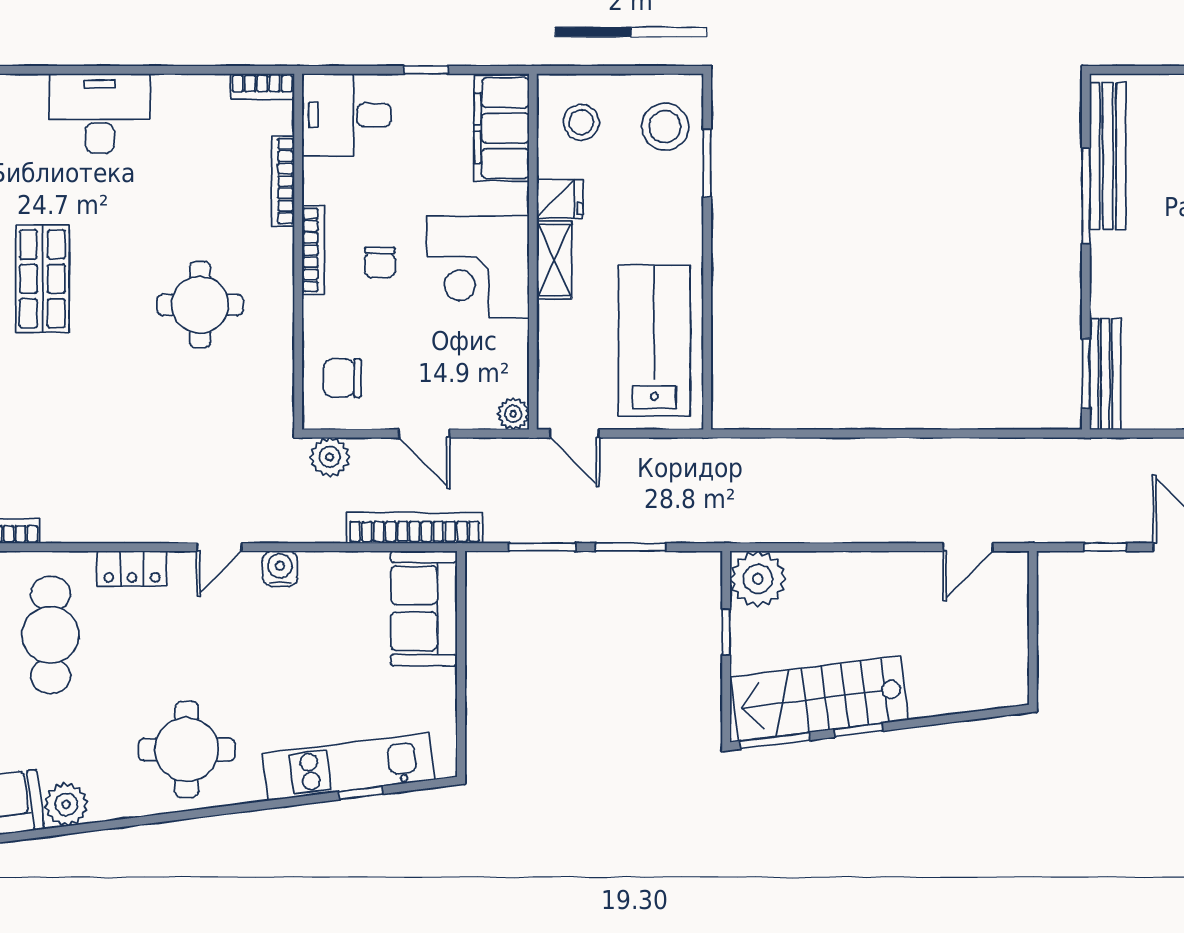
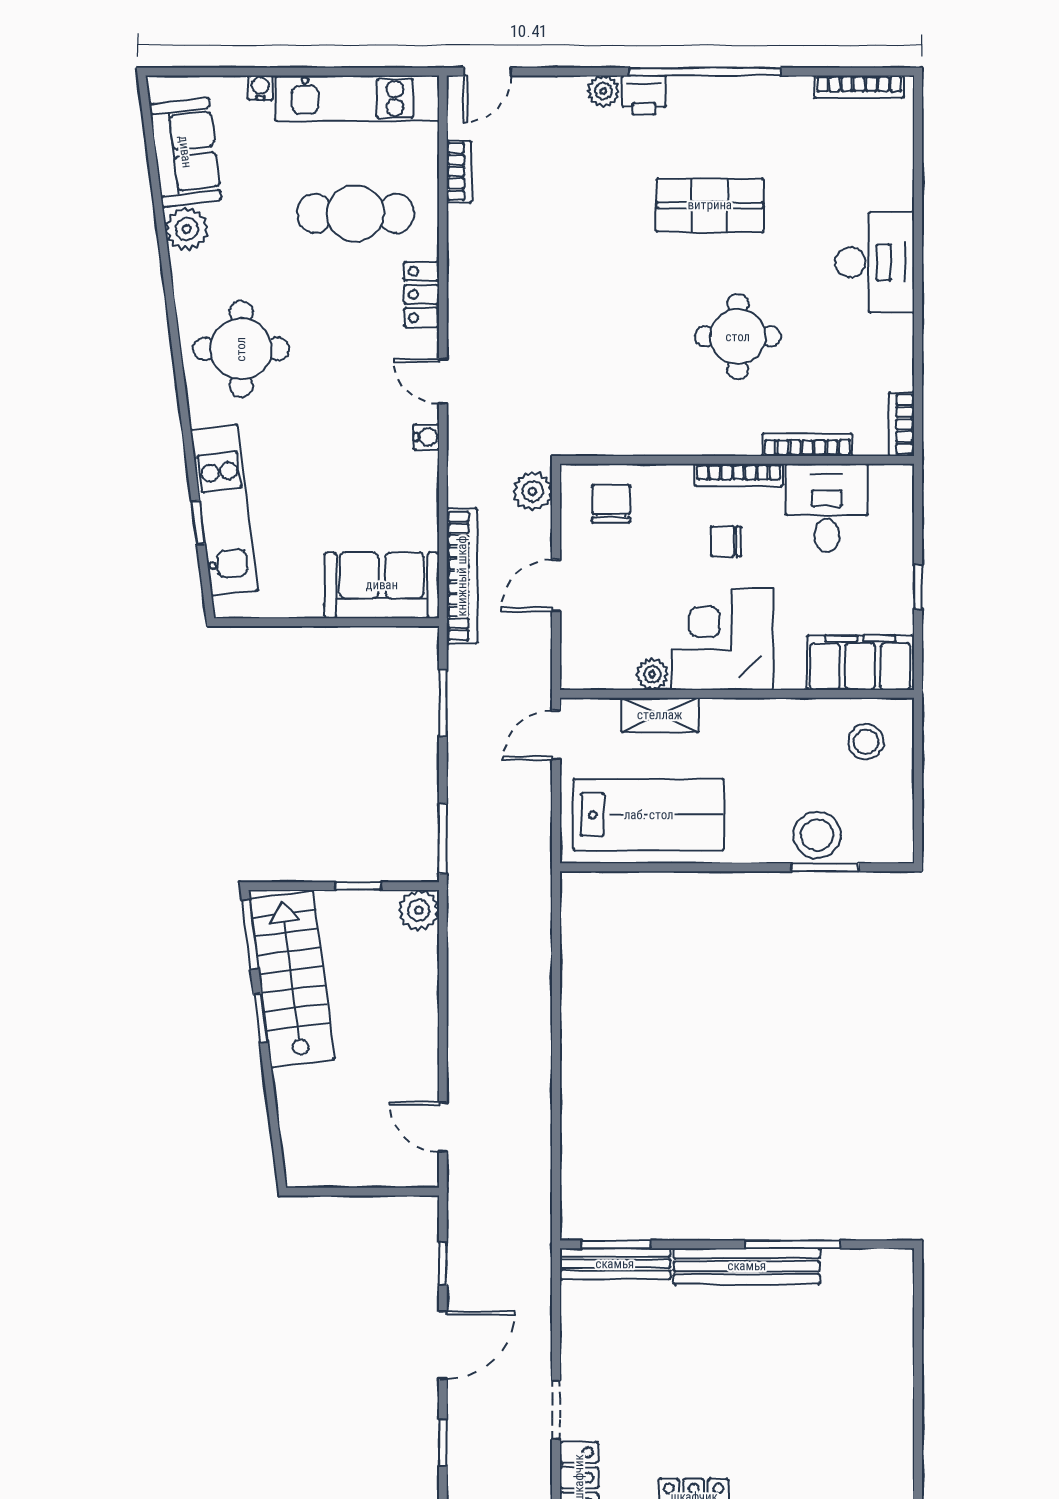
desk: (346, 115) -> (827, 508), moved
stool: (665, 127) -> (817, 835), moved
bench: (1108, 156) -> (747, 1266), moved
fridge: (560, 199) -> (790, 720), removed
shelving: (554, 260) -> (660, 715), moved
round table: (200, 305) -> (738, 337), moved
plant: (513, 414) -> (652, 674), moved
window: (630, 547) -> (443, 838), moved
water cooler: (280, 569) -> (426, 437), width x0.72, depth x0.72
plant: (758, 579) -> (419, 910), width x0.73, depth x0.73

